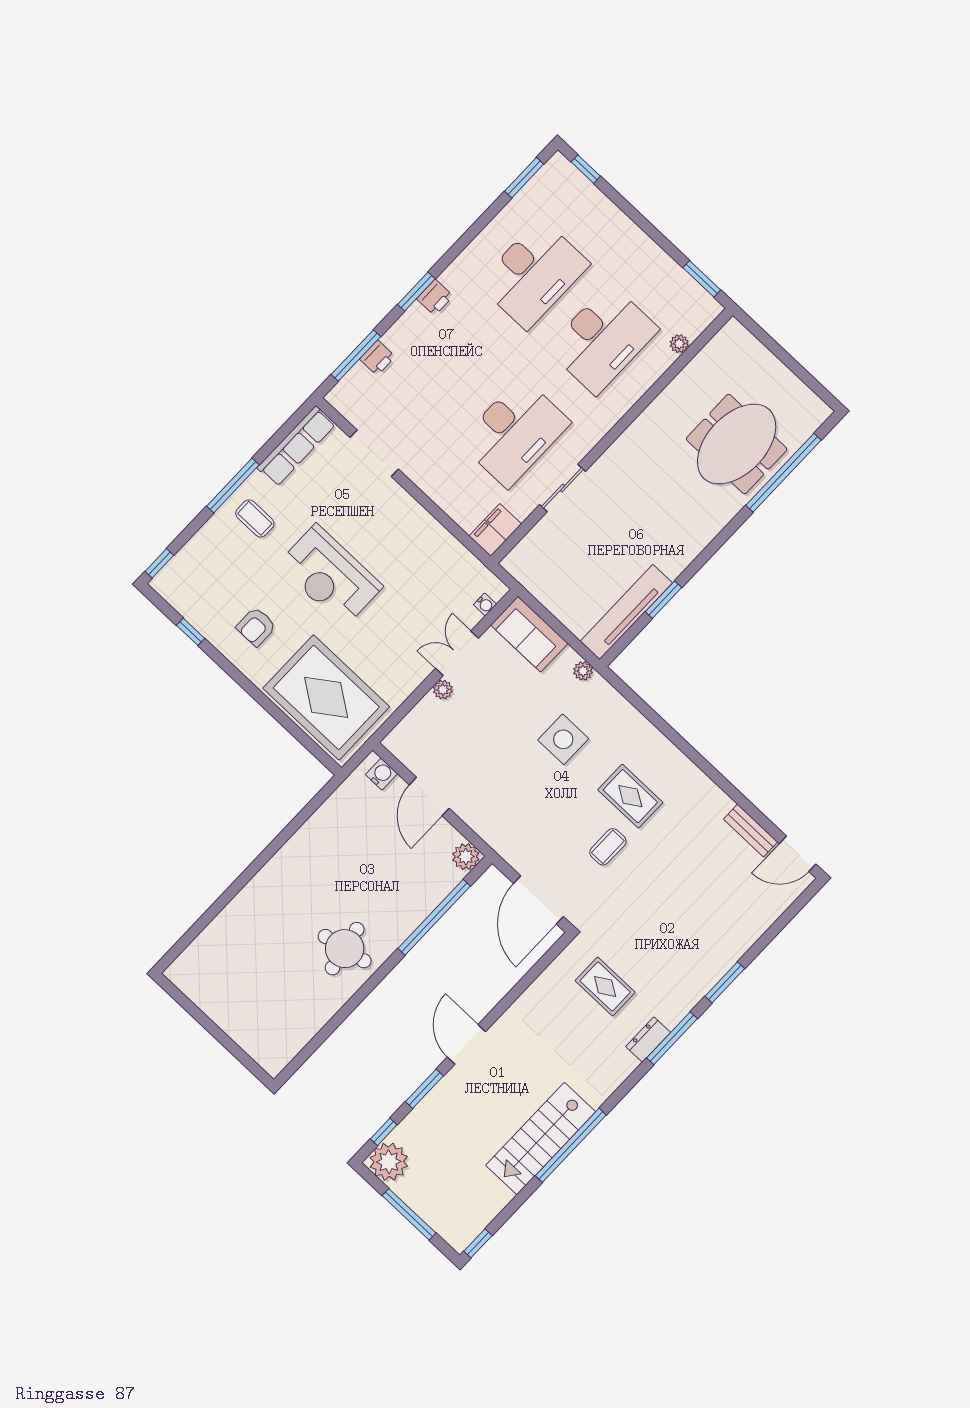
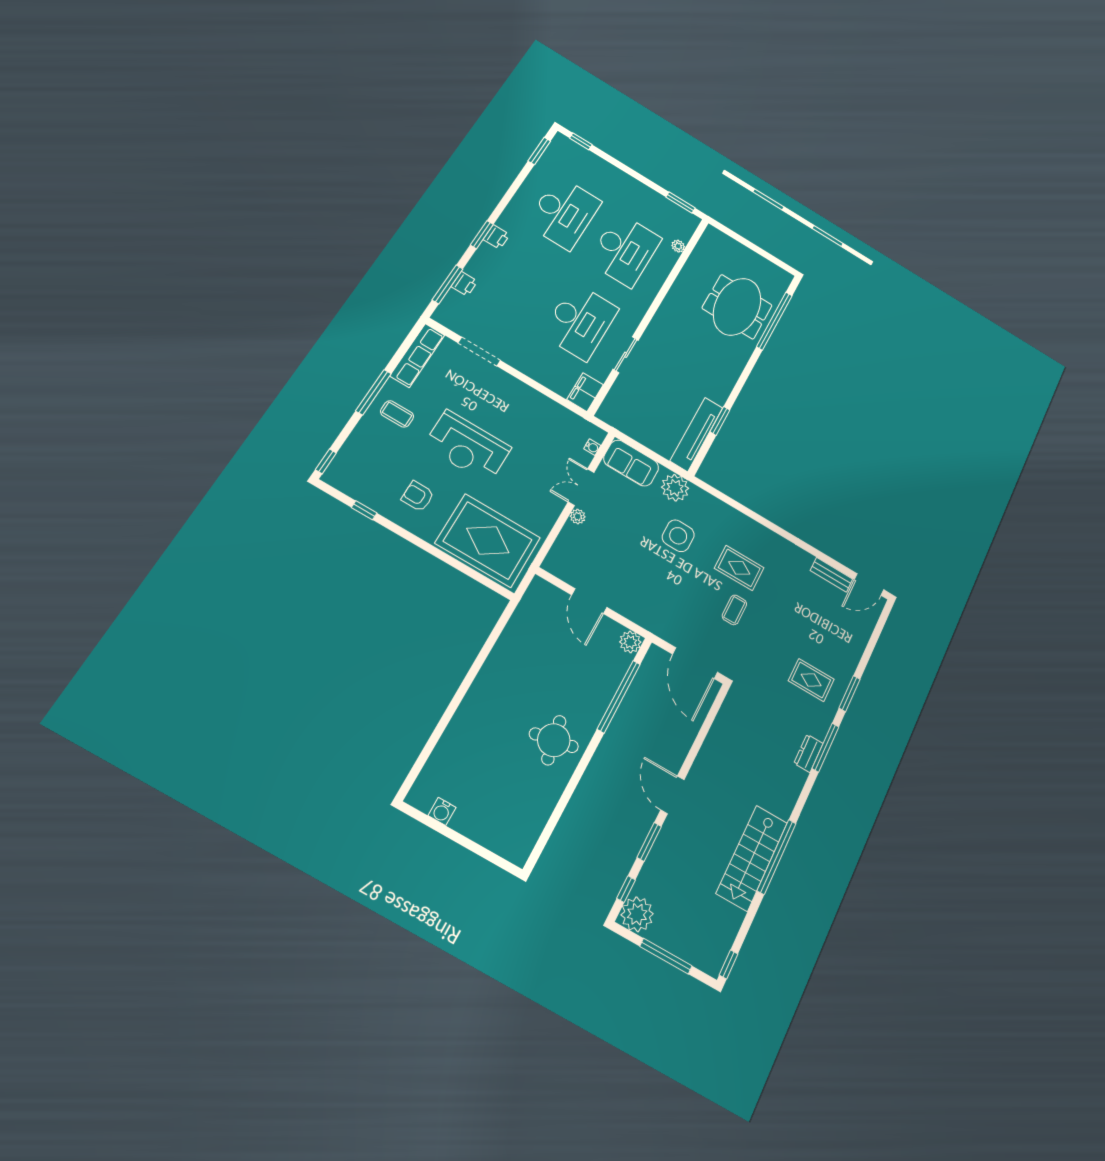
armchair: (256, 627) -> (418, 496), turned 90
plant: (583, 671) -> (675, 488), width x1.88, depth x1.88
water cooler: (382, 774) -> (442, 811), moved, turned 180
rug: (605, 987) -> (811, 680), moved

